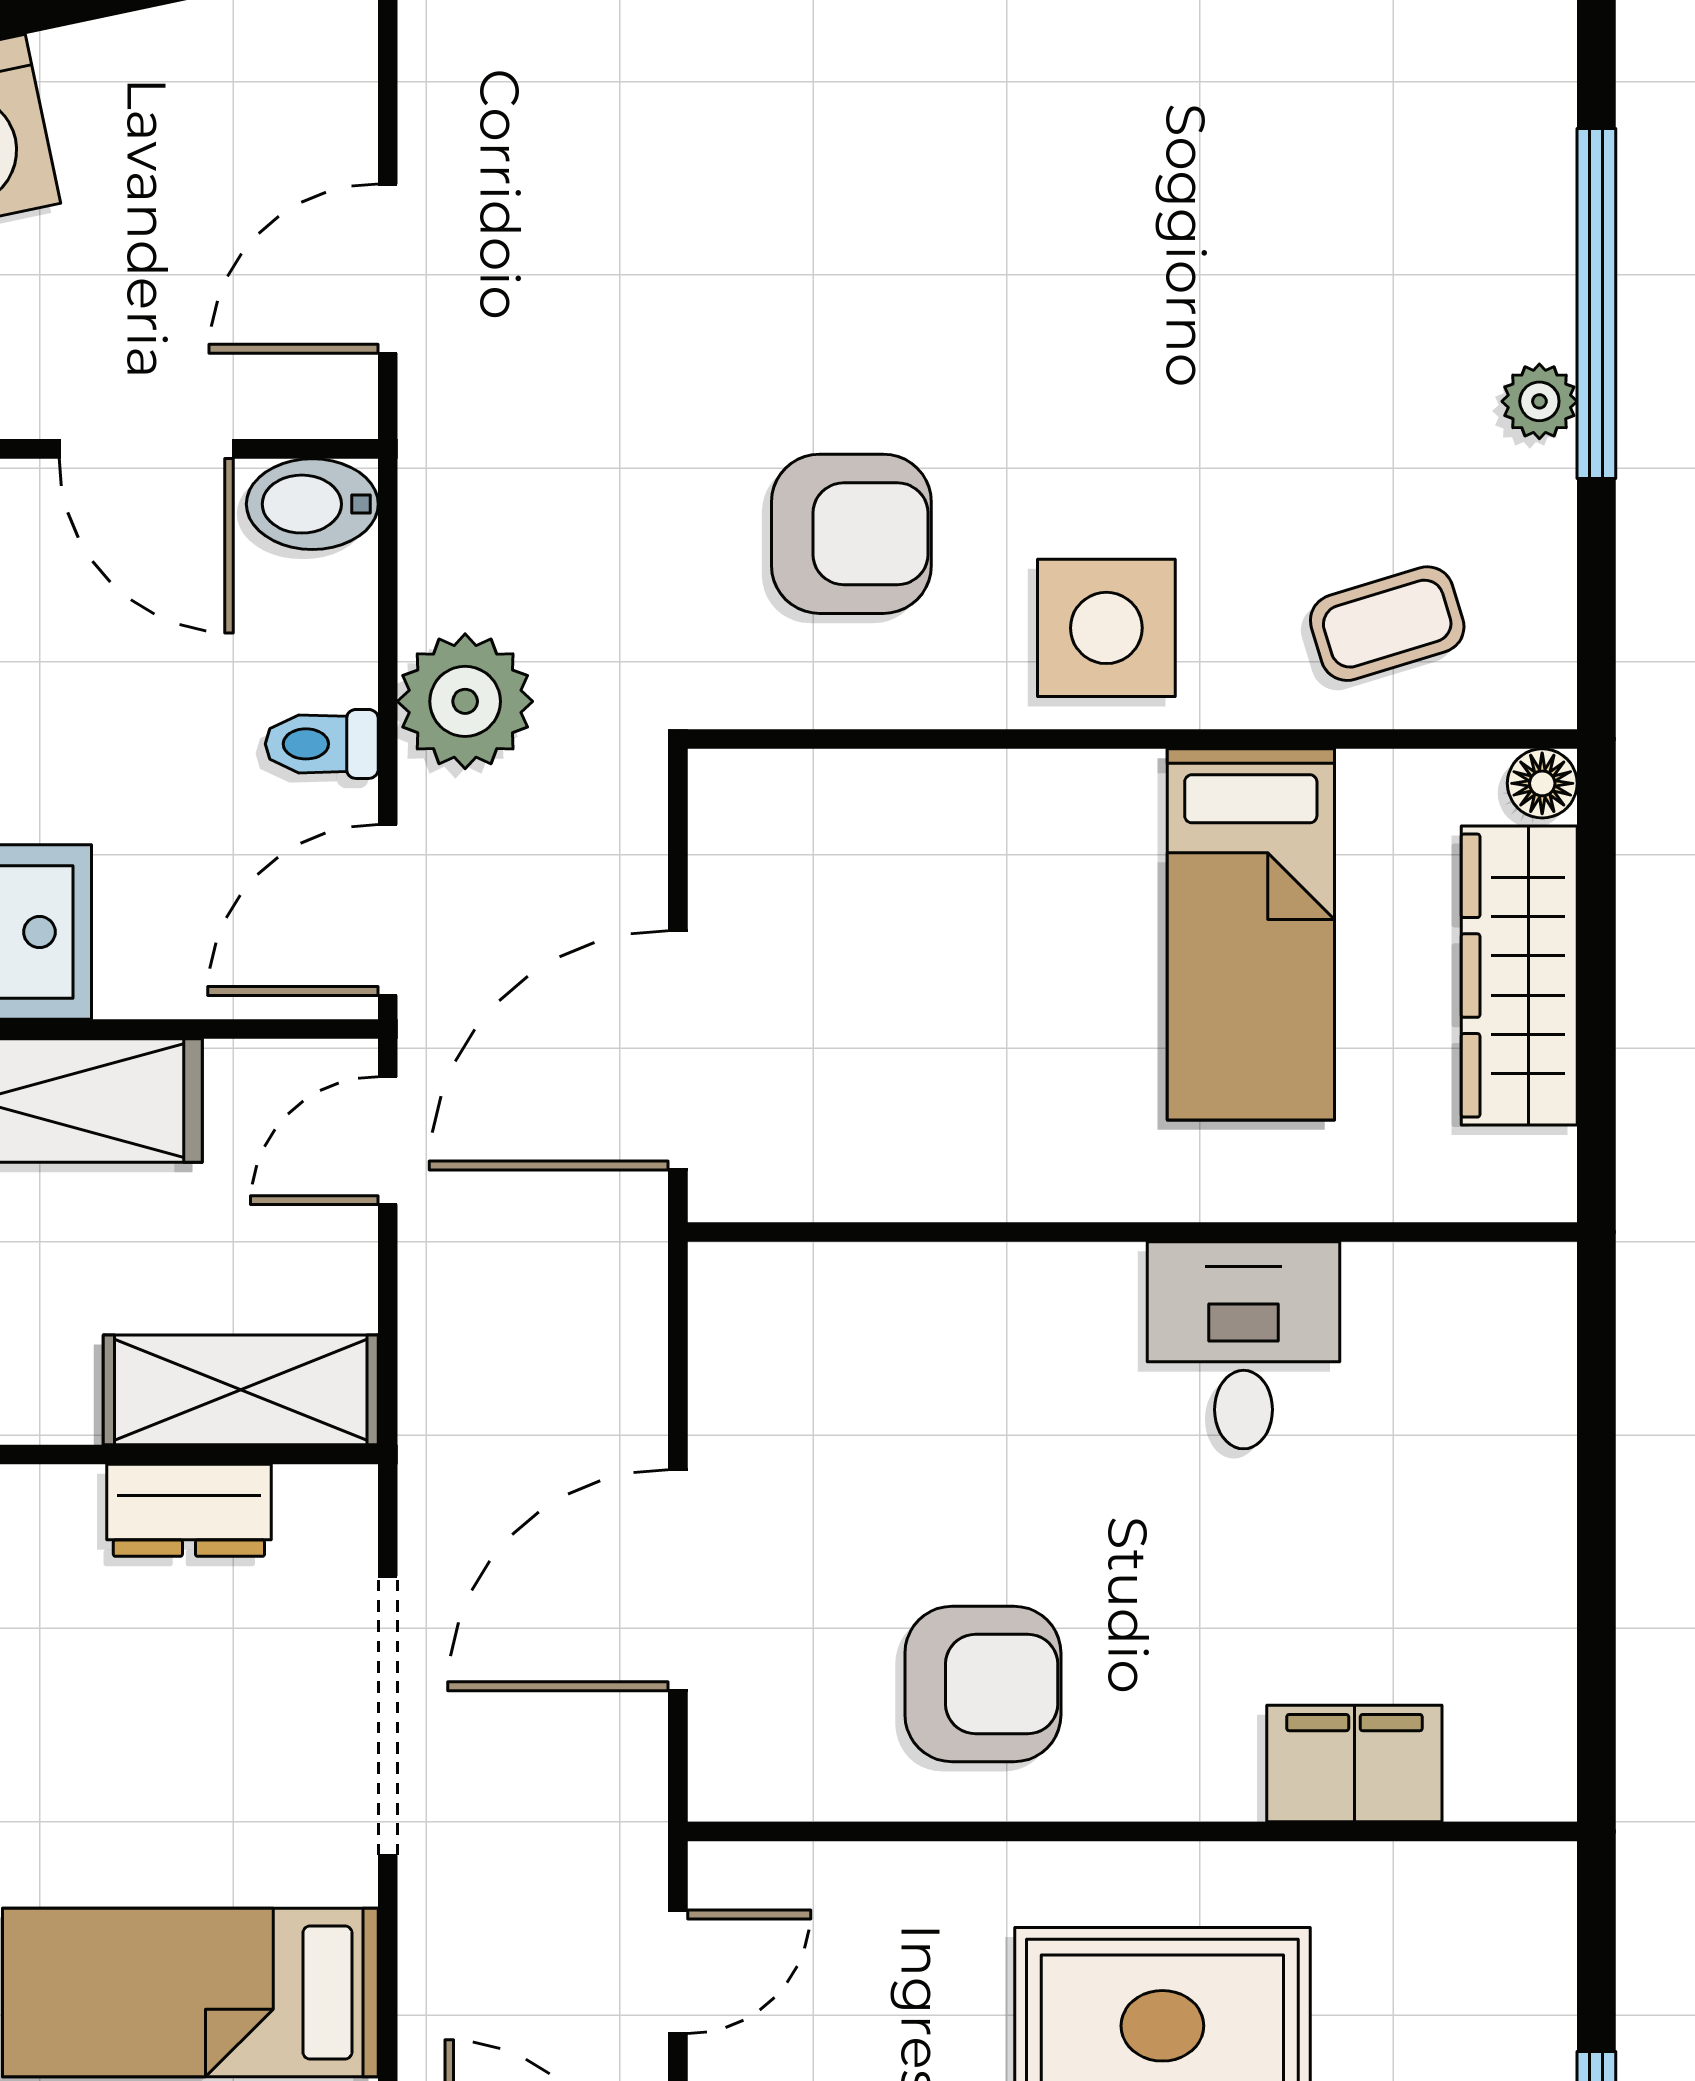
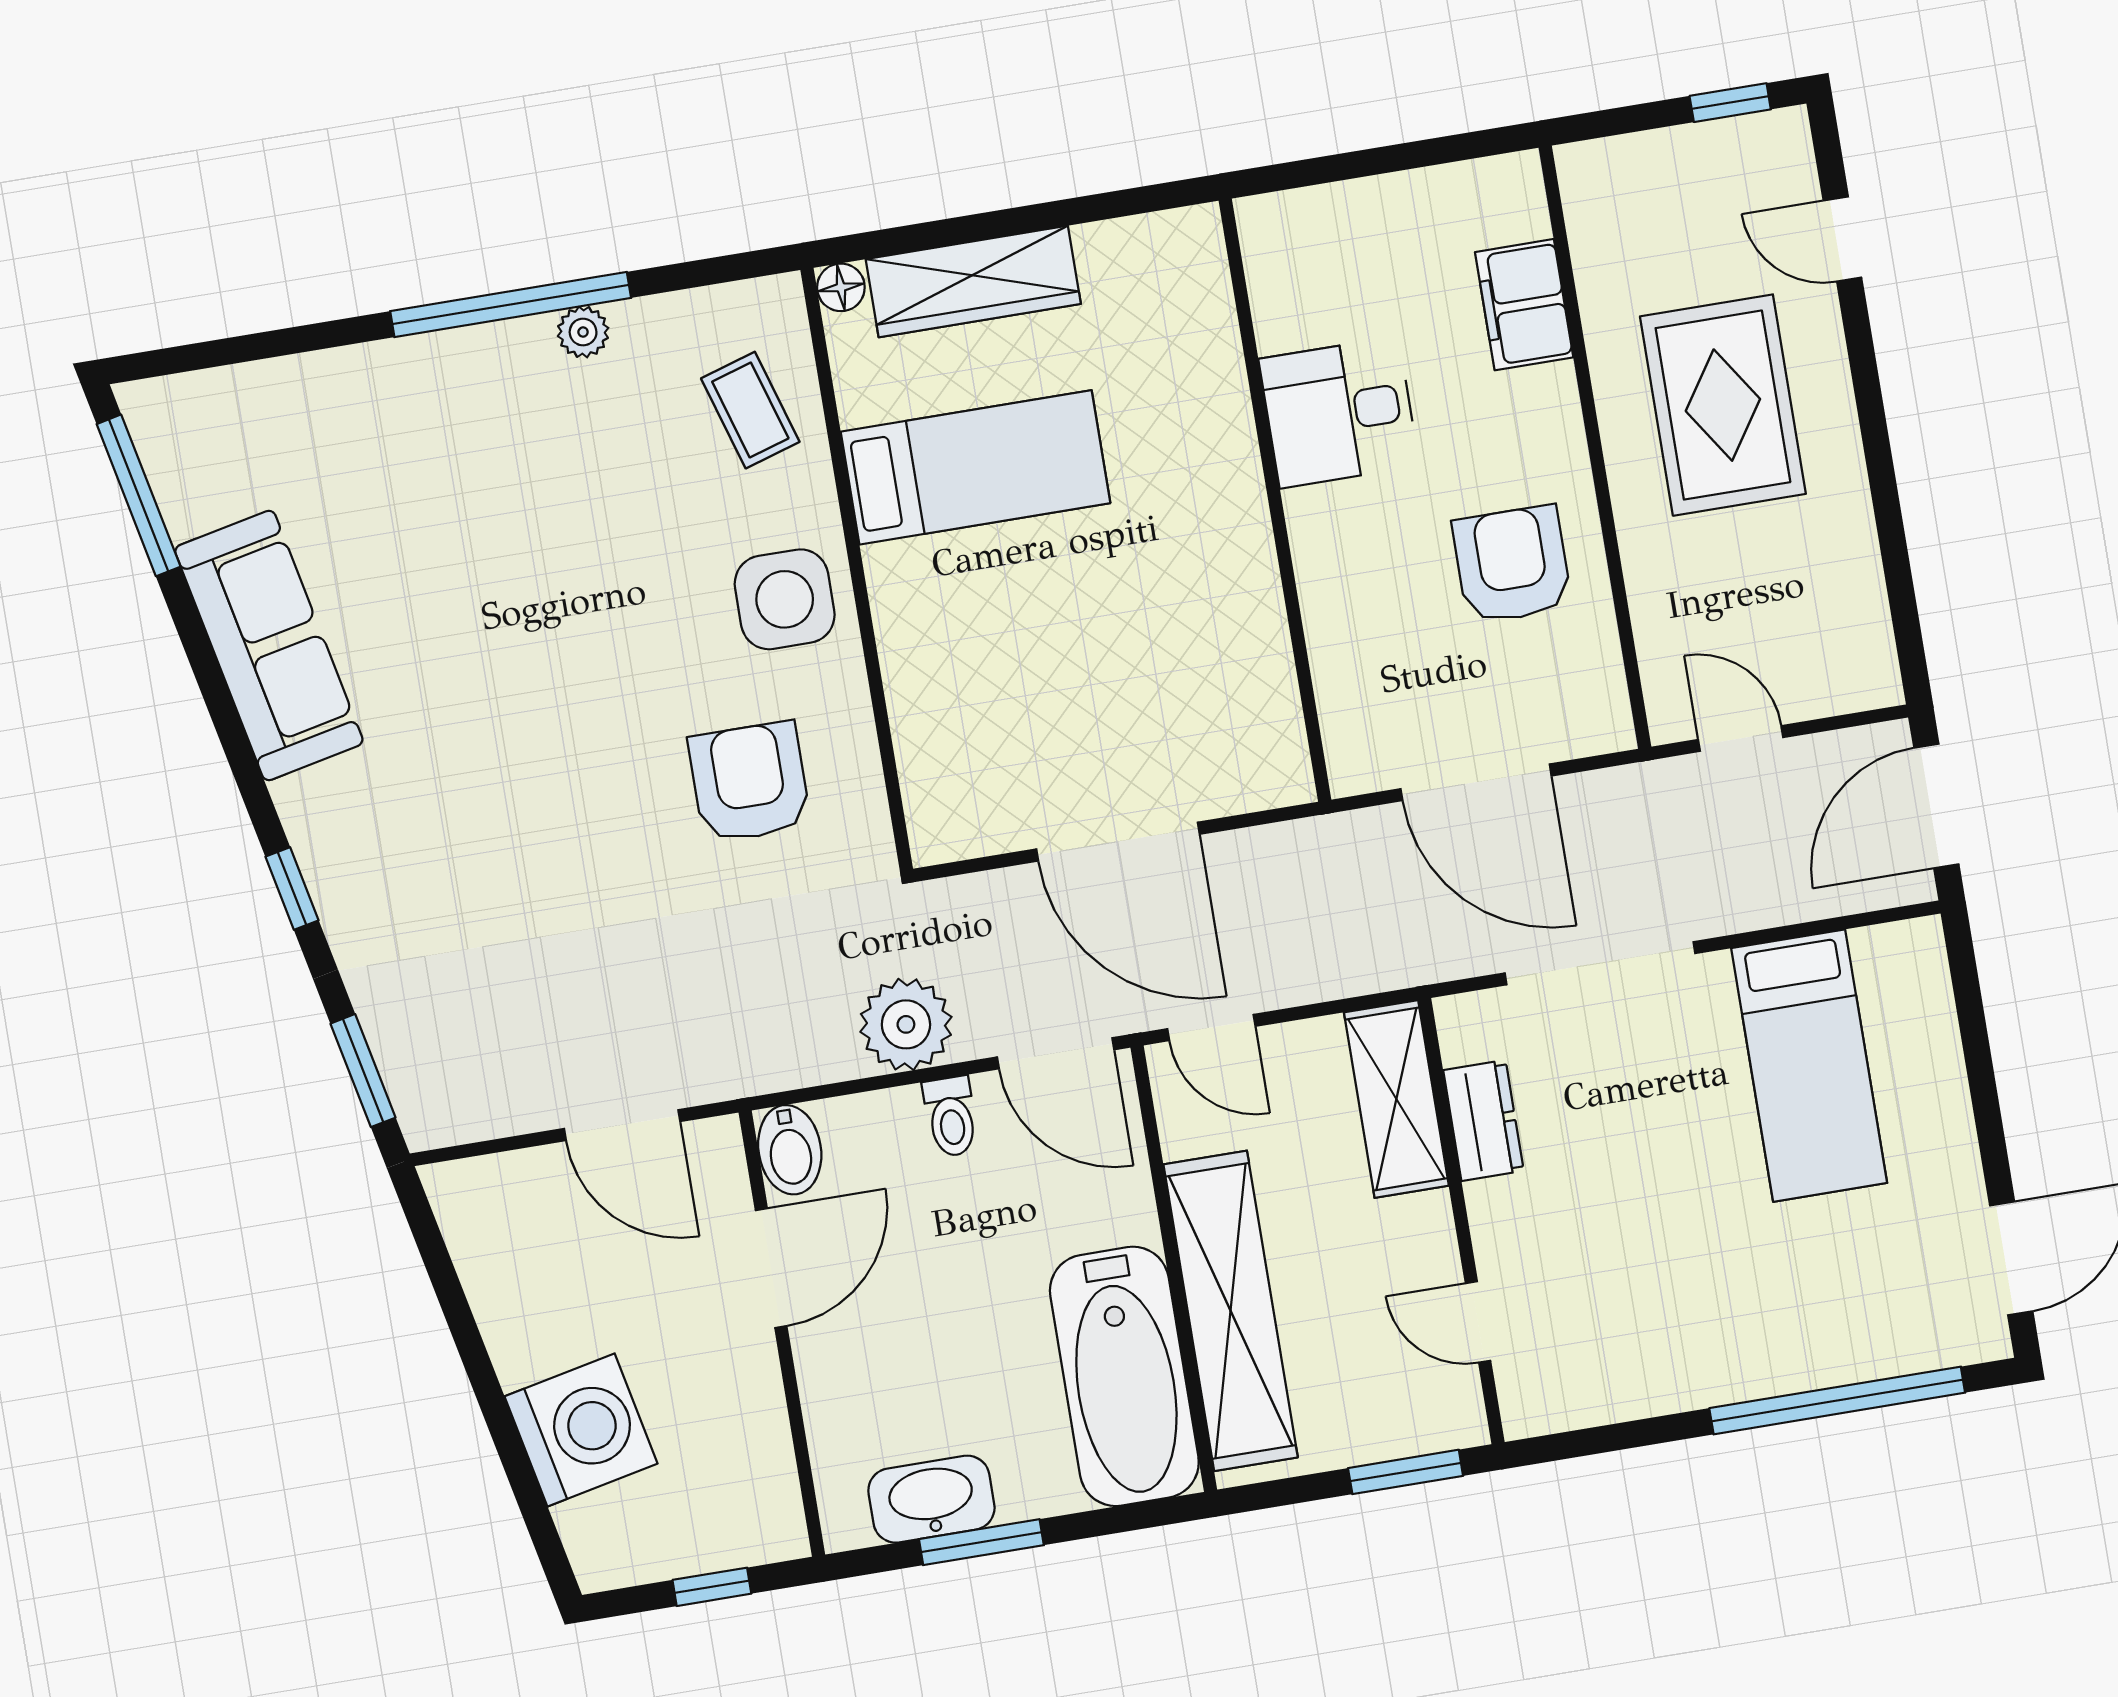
wall: (1132, 1232) -> (1275, 500), moved
desk: (1244, 1345) -> (1339, 412), moved

